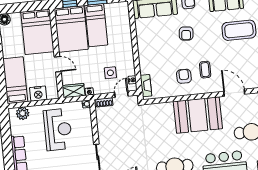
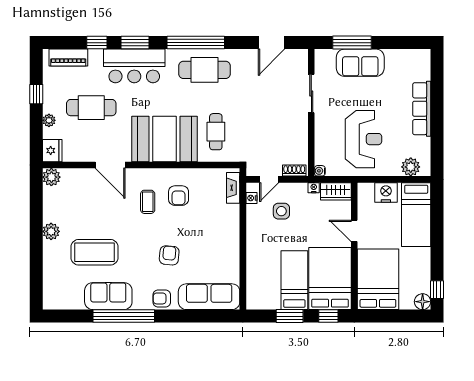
cafe table: (162, 124) -> (216, 132), added
reception desk: (58, 129) -> (363, 139), turned 180

